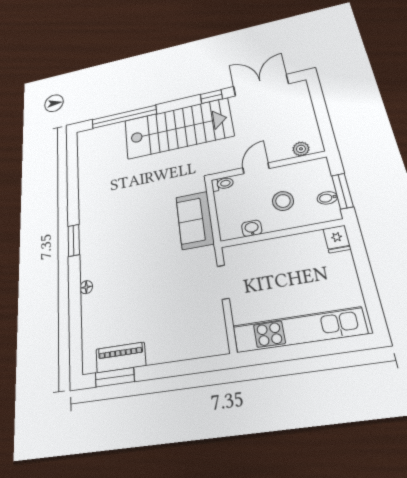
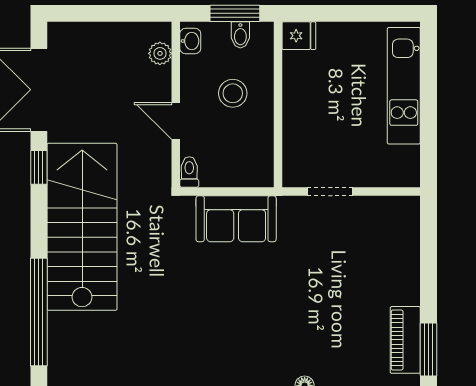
washbasin: (252, 228) -> (190, 41), moved, turned 180
kitchen unit: (299, 330) -> (404, 86), width x0.73

